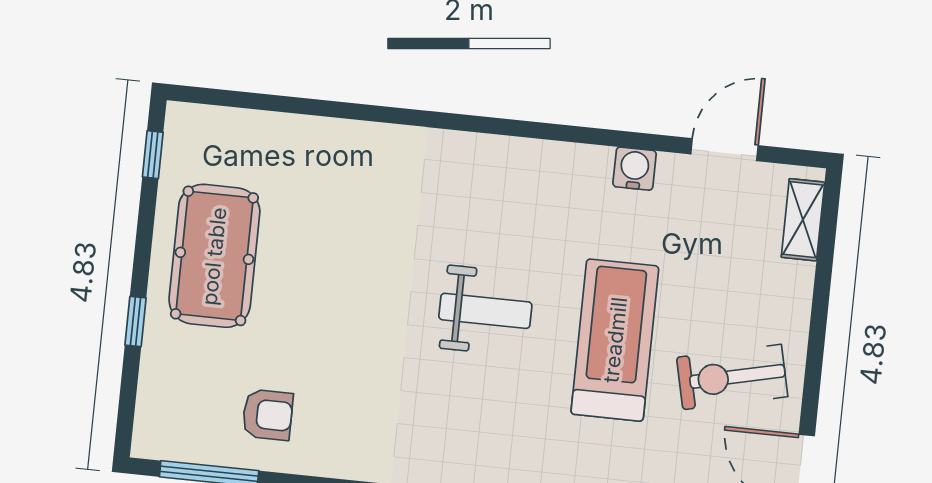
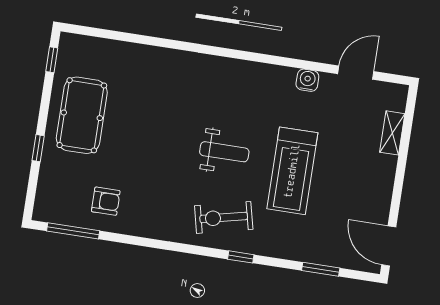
shelving: (803, 220) -> (392, 133), moved
treadmill: (615, 340) -> (292, 171), turned 180
exercise bike: (732, 377) -> (224, 218), moved

